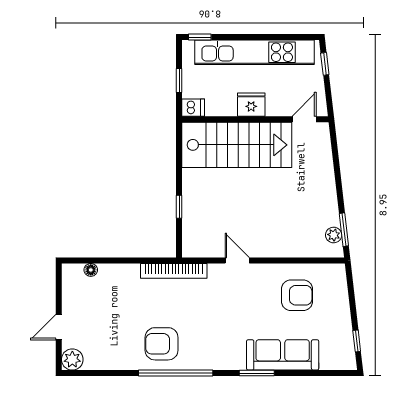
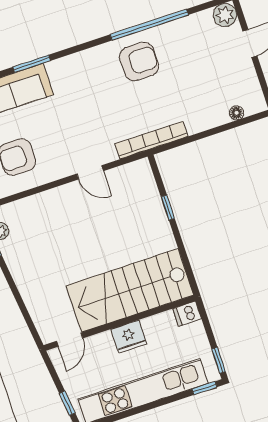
window: (179, 80) -> (219, 360), moved
window: (176, 373) -> (149, 25), moved

